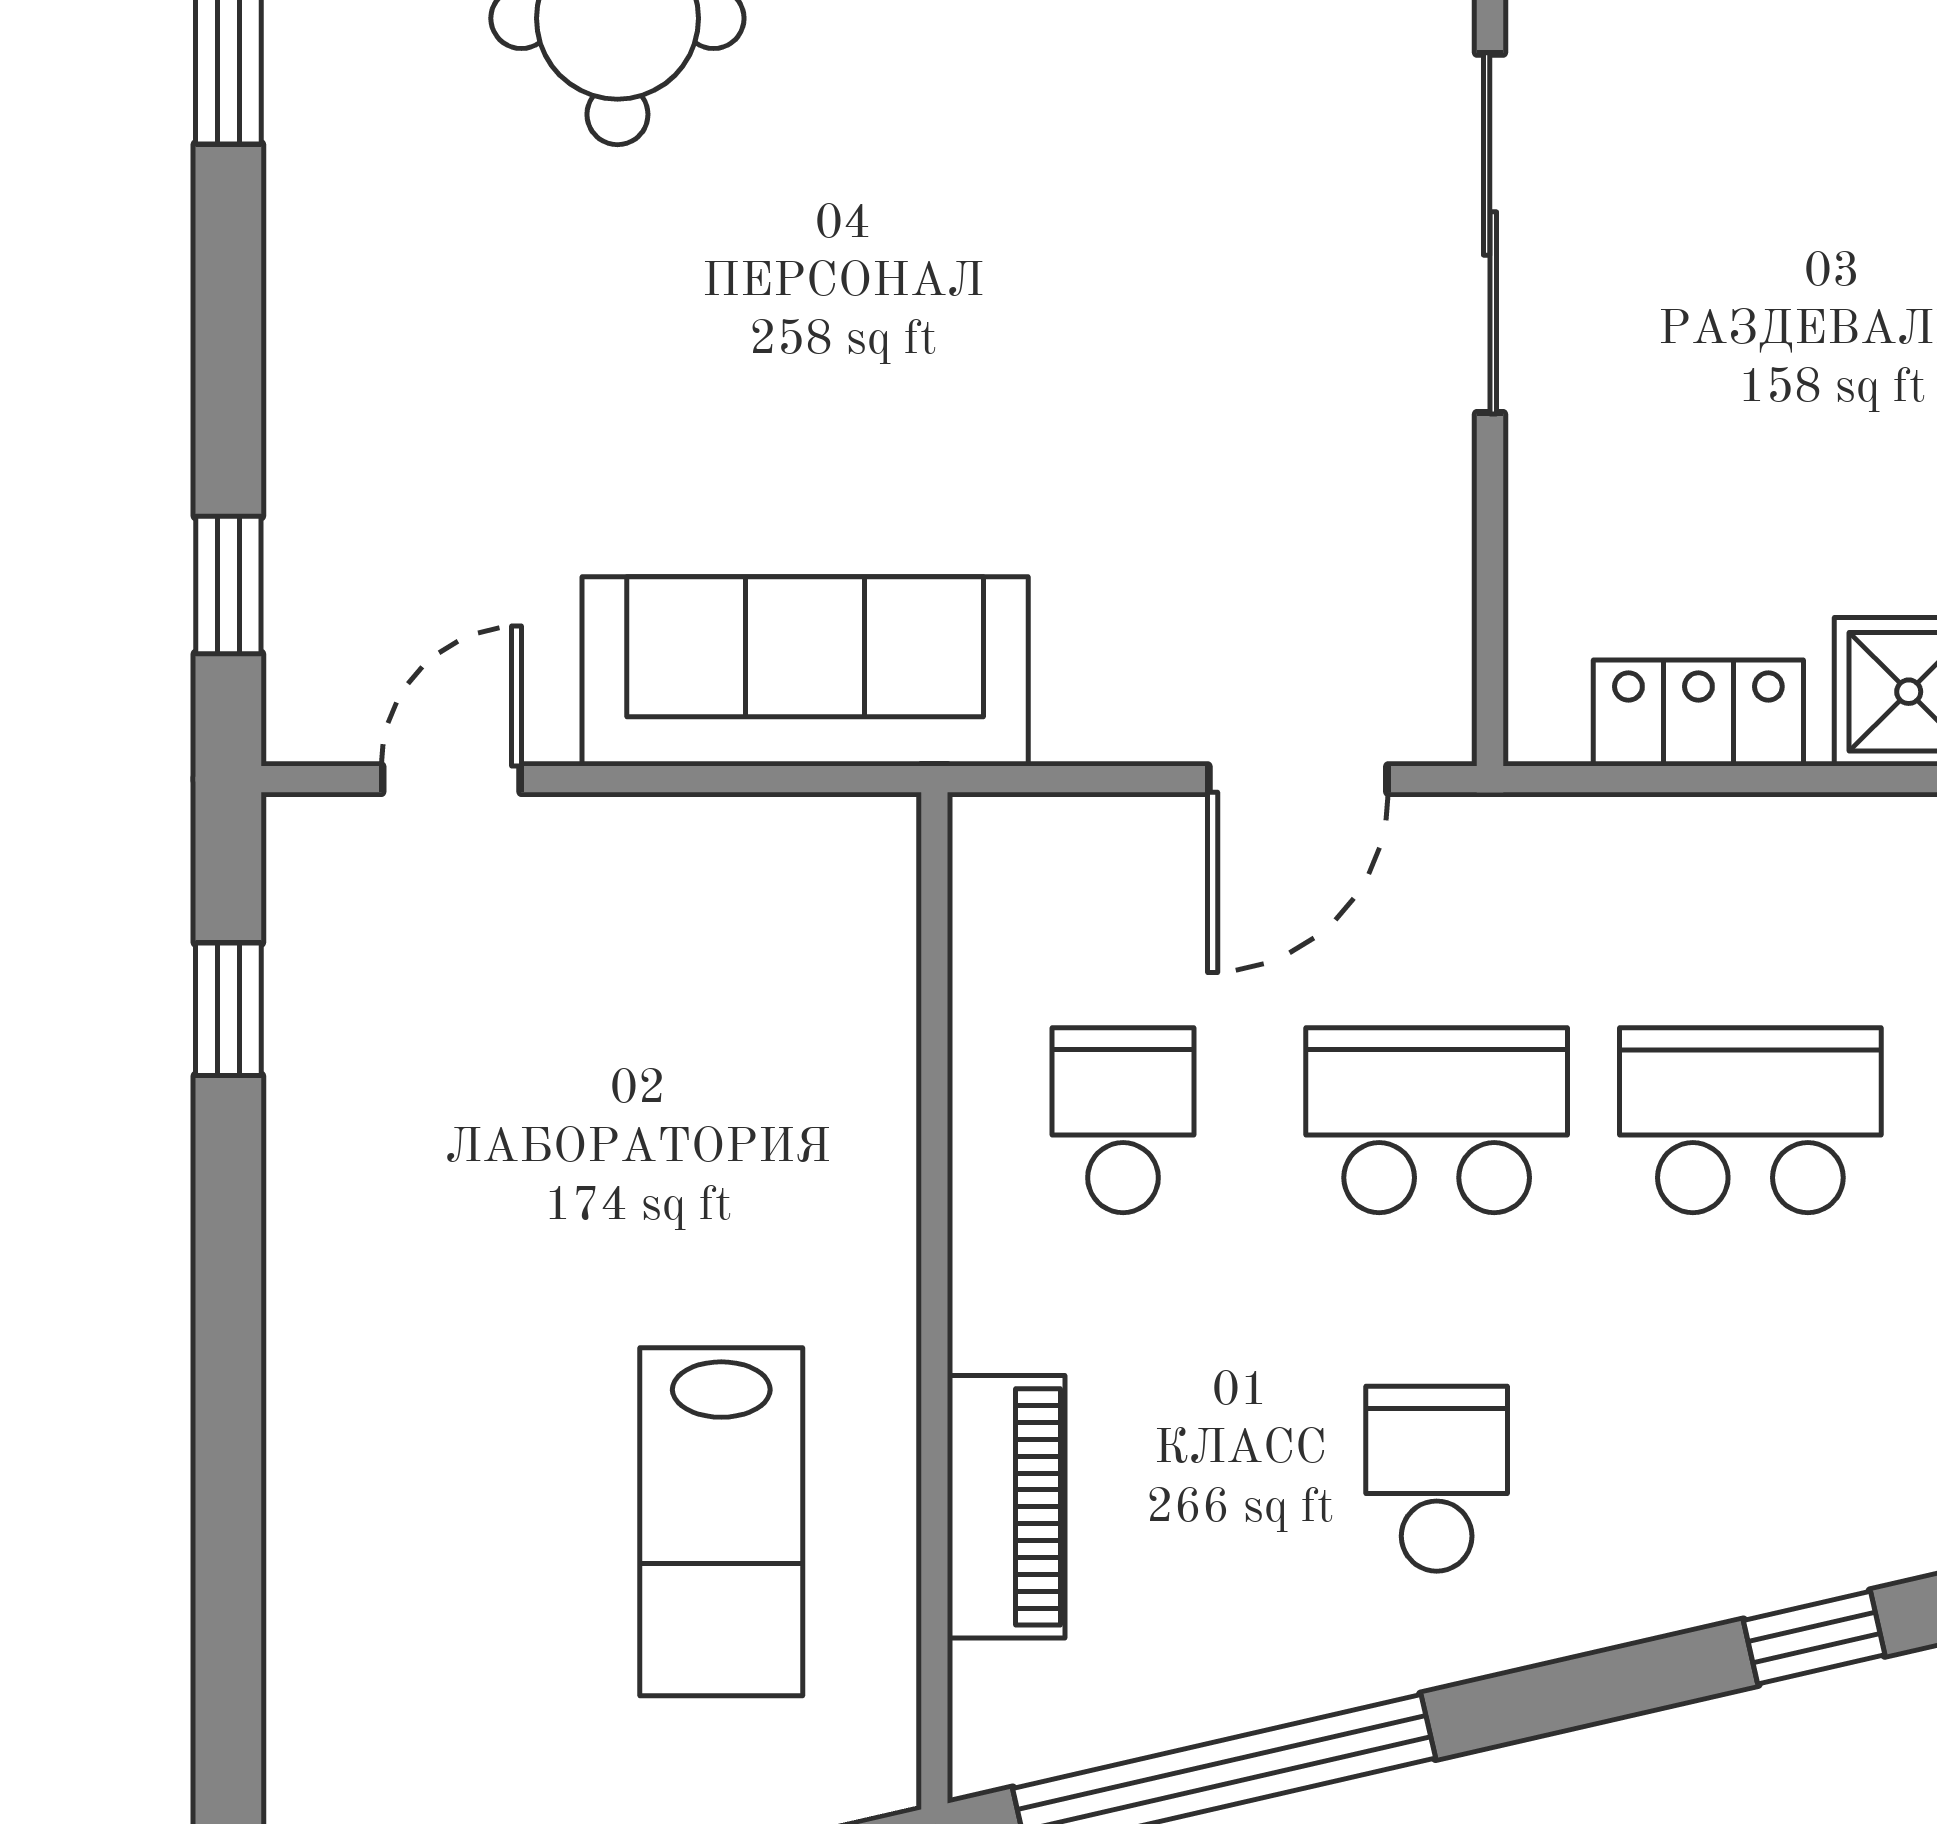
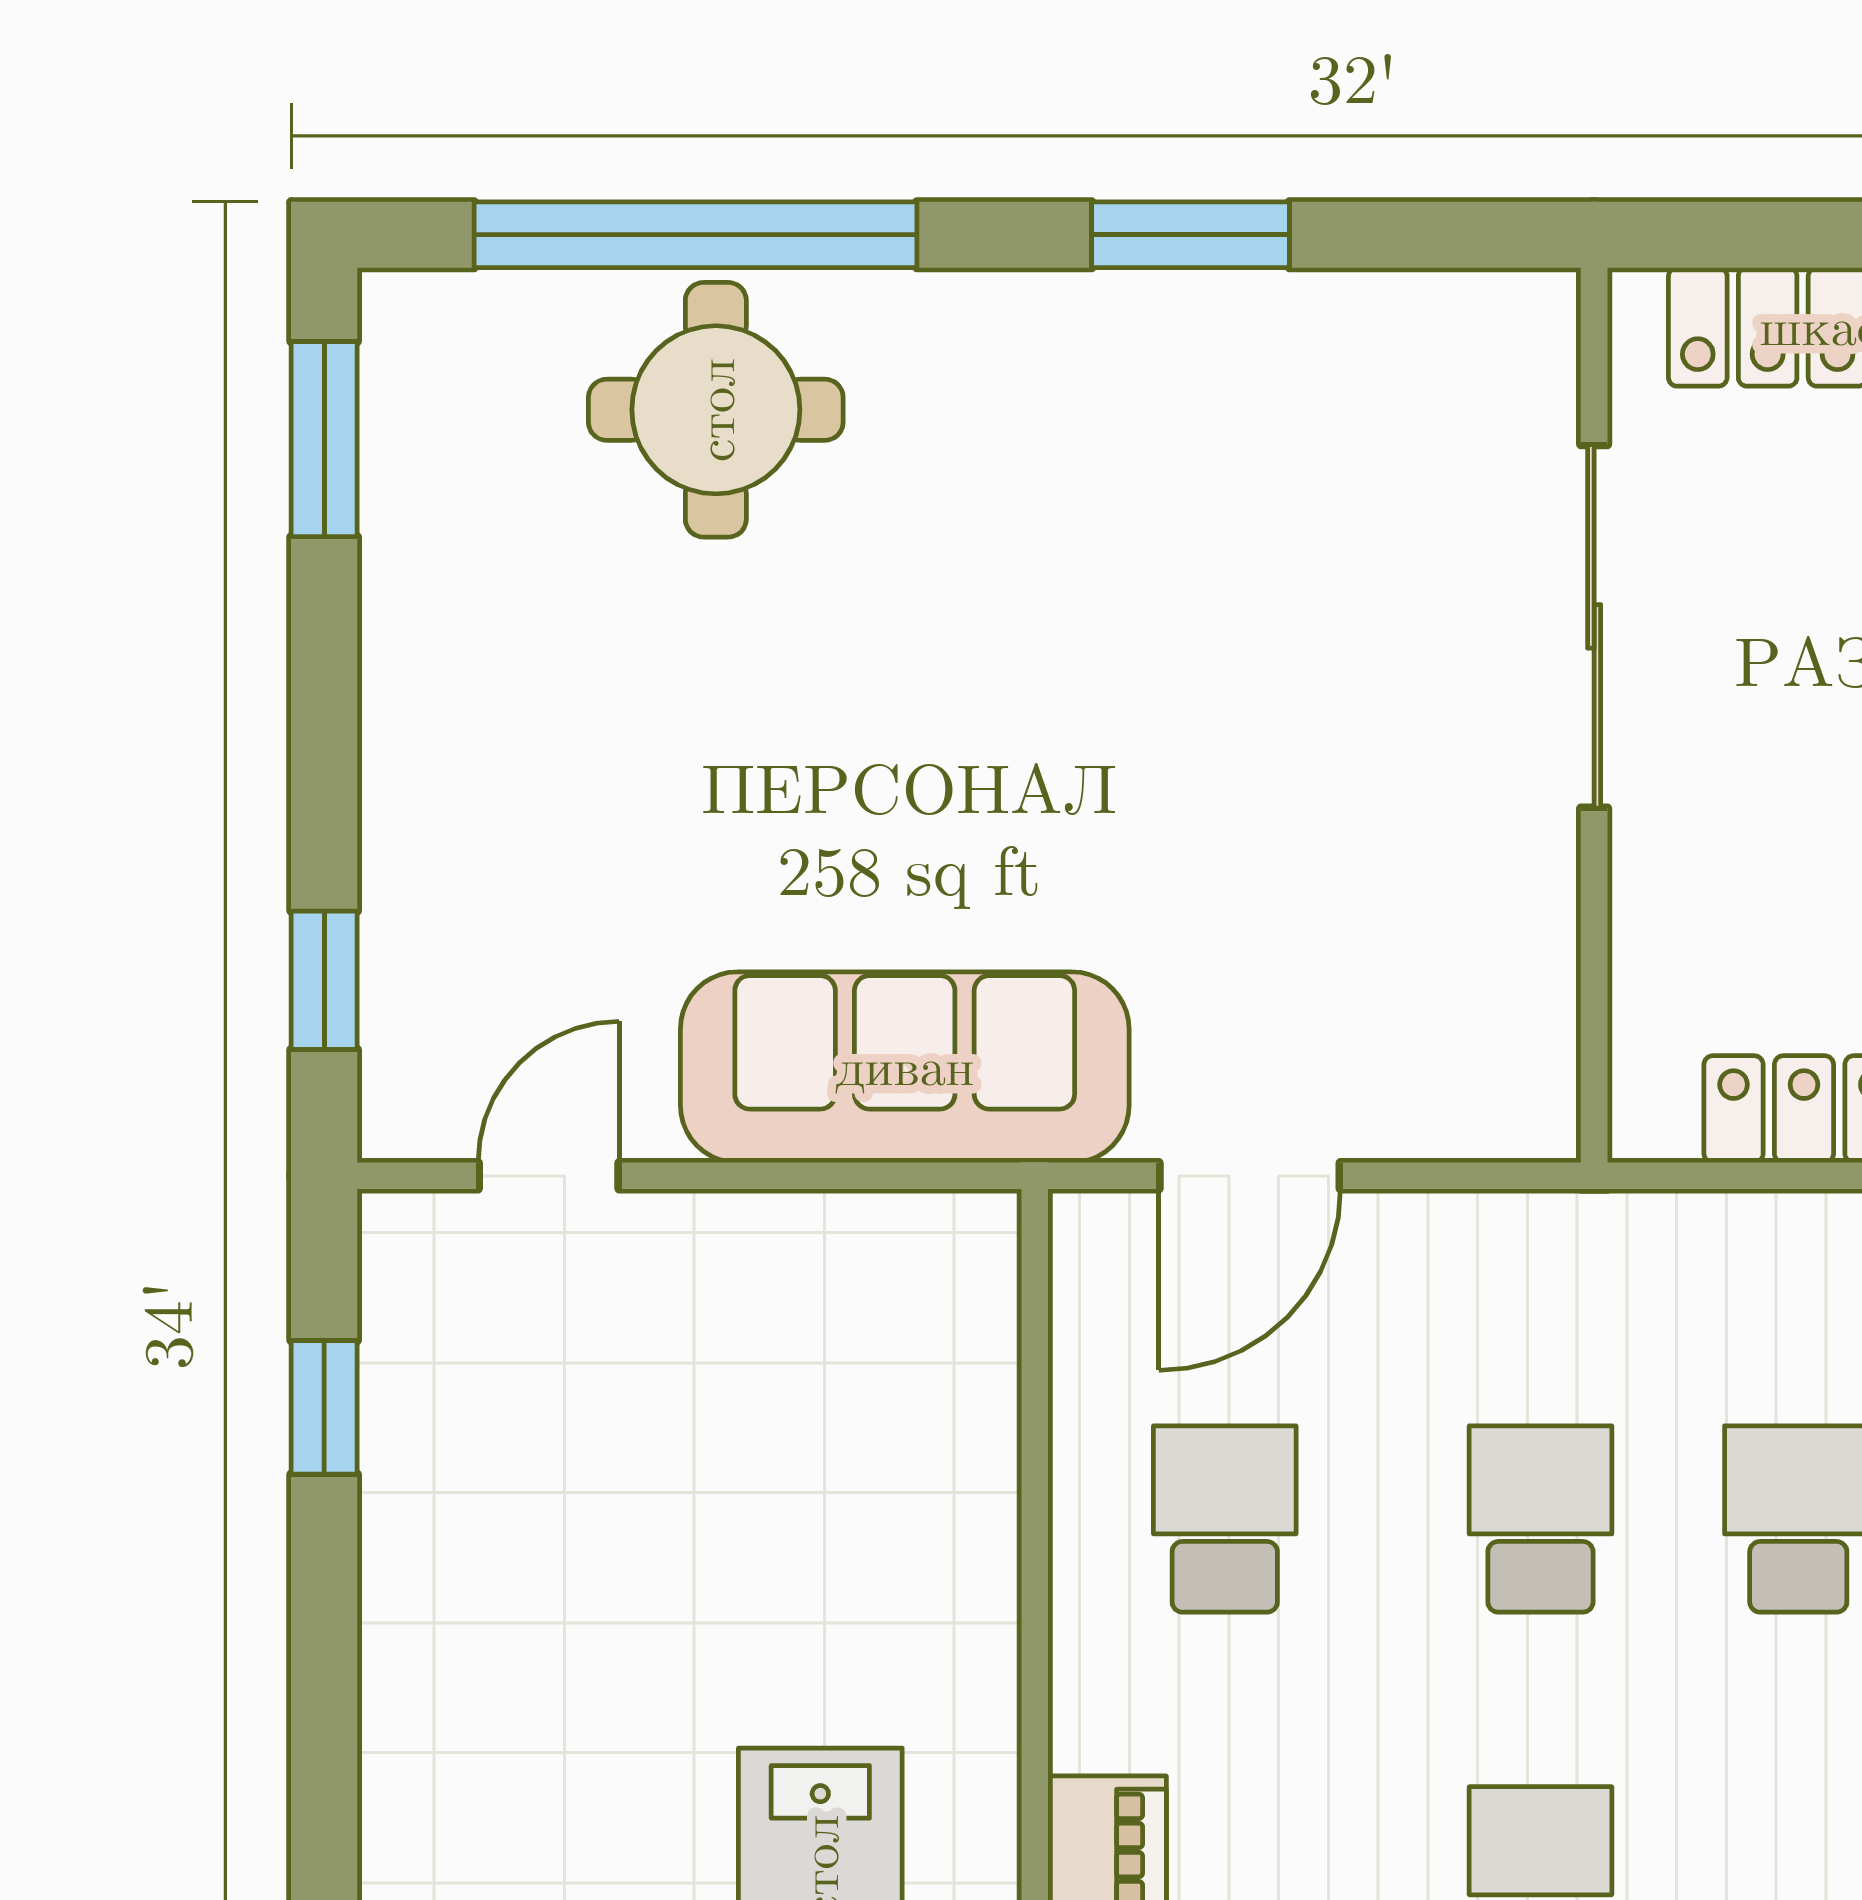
door: (1298, 779) -> (1250, 1176), moved
school desk: (1437, 1120) -> (1540, 1519), width x0.54

